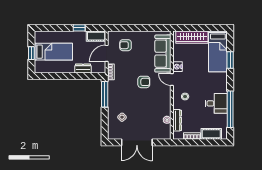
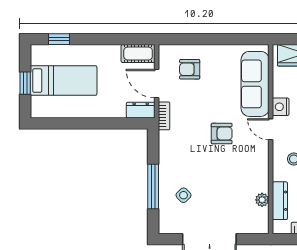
window: (79, 28) -> (59, 39), moved
door: (107, 53) -> (157, 84), hinge flipped
dresser: (83, 69) -> (141, 110), moved
window: (105, 94) -> (153, 186), moved

